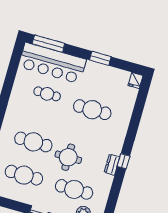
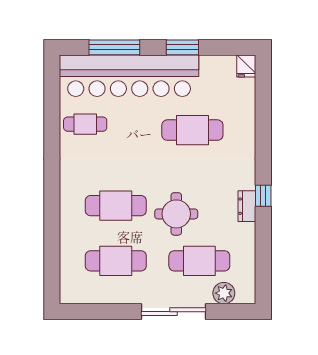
window: (49, 44) -> (114, 47), moved
bar counter: (52, 63) -> (129, 76), width x1.36
cafe table: (47, 94) -> (85, 124), moved

